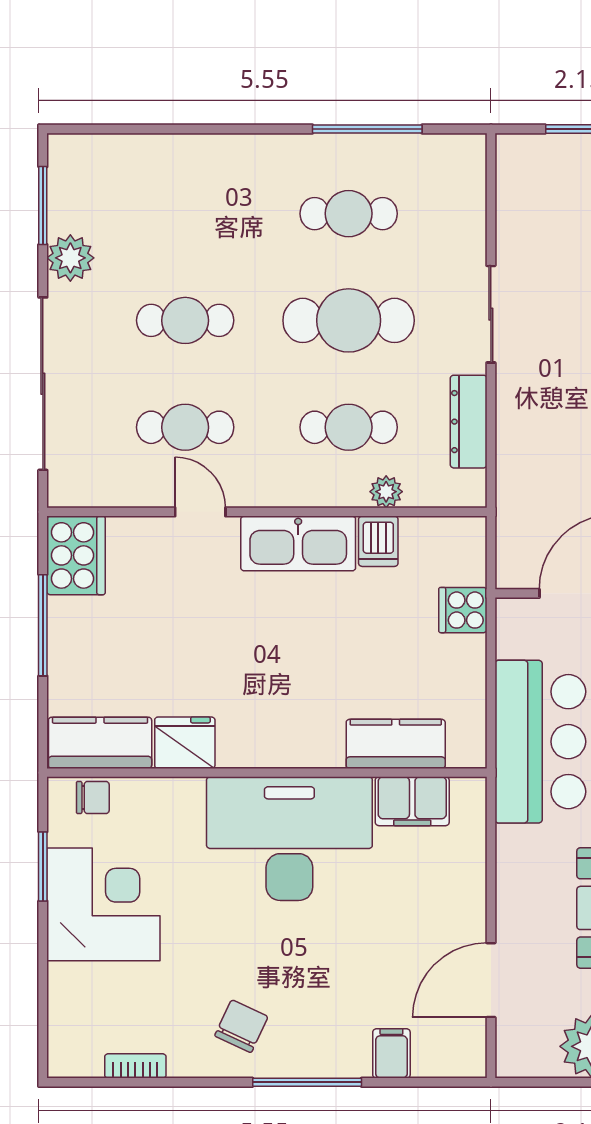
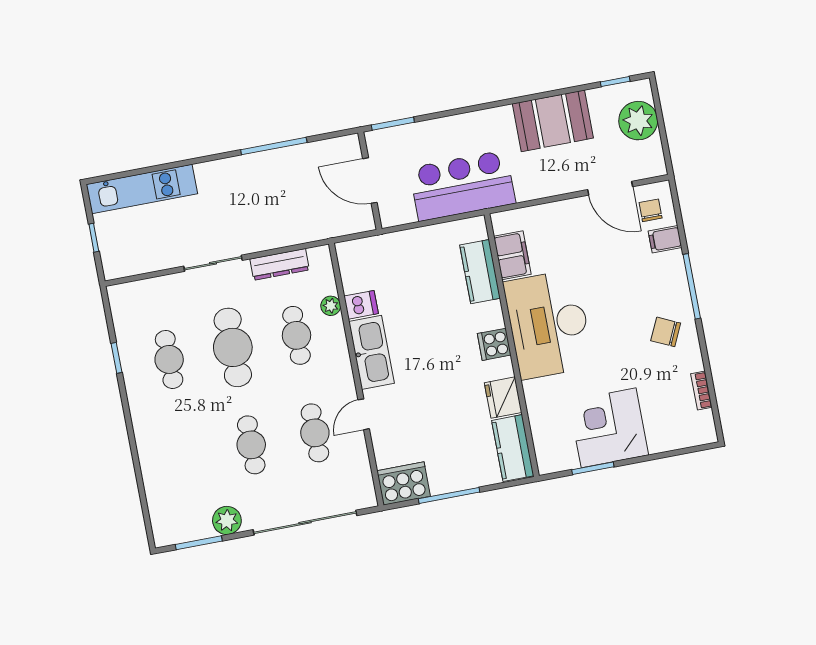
window: (367, 129) -> (117, 358), width x0.46
cooker: (463, 610) -> (494, 344), moved, turned 90
chair: (93, 798) -> (651, 210), moved

